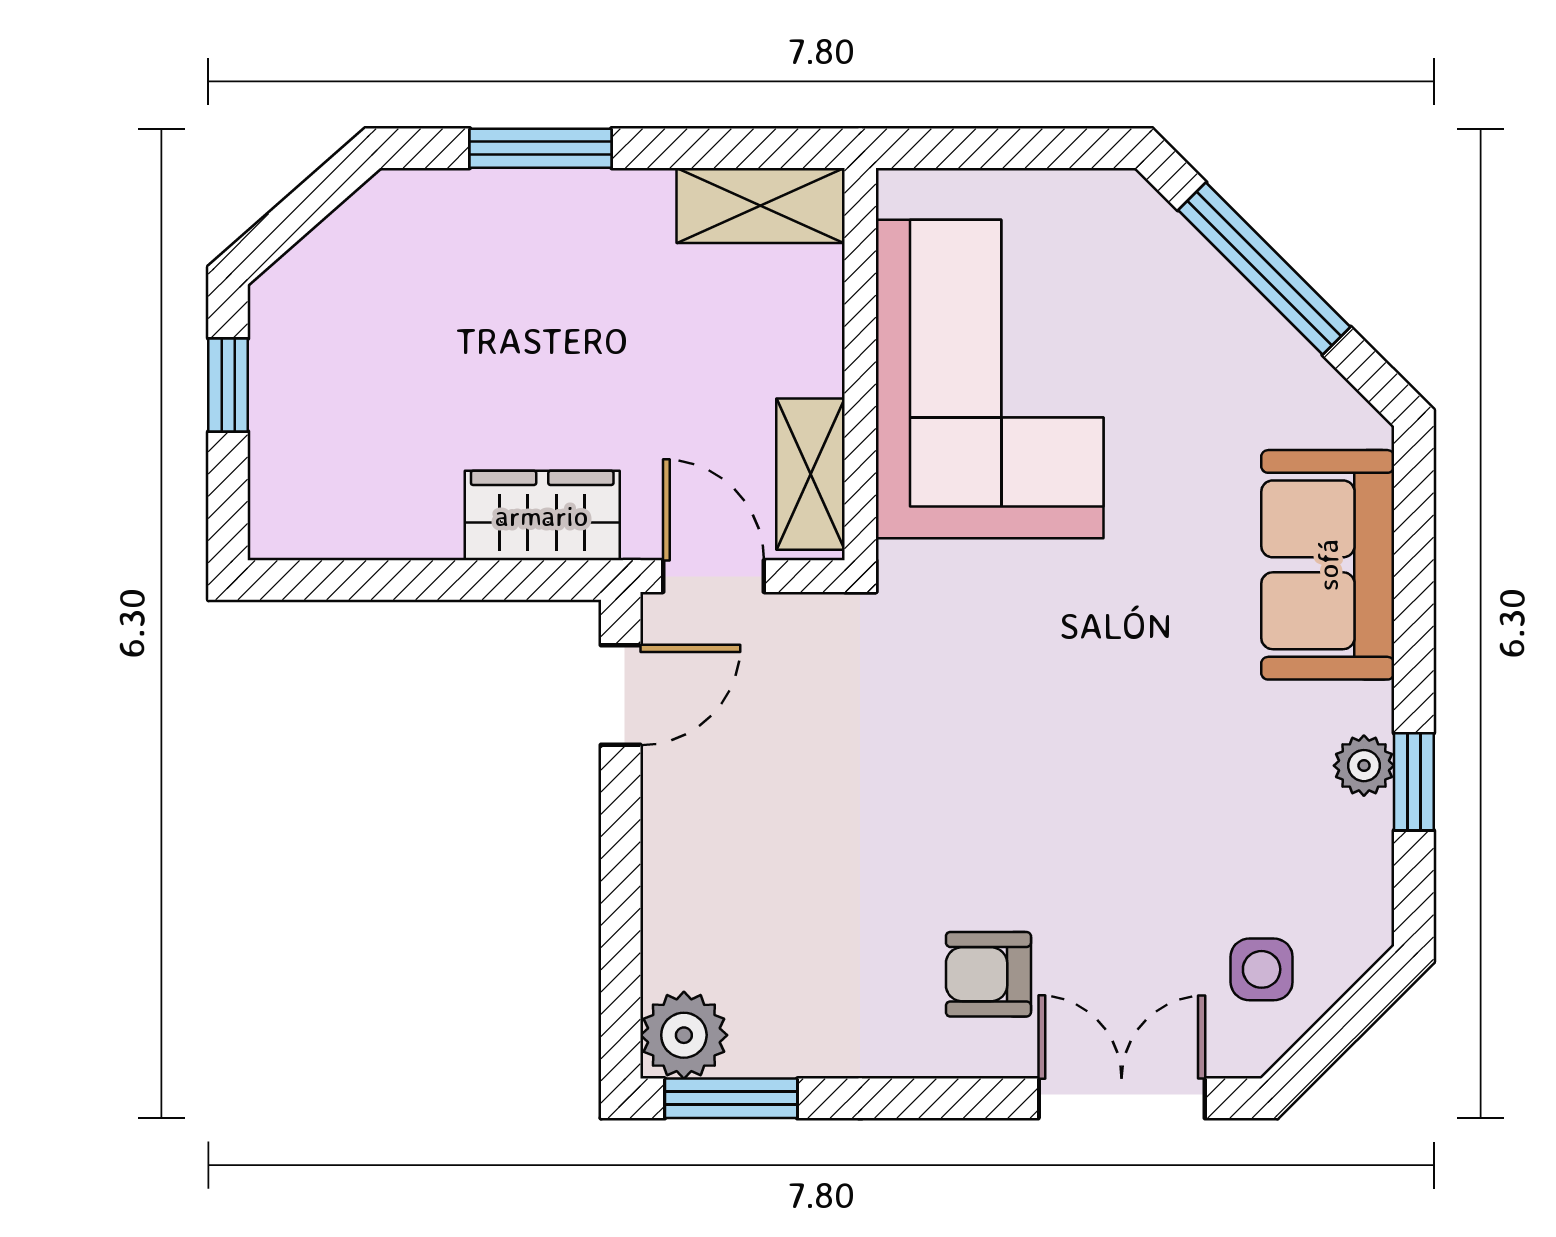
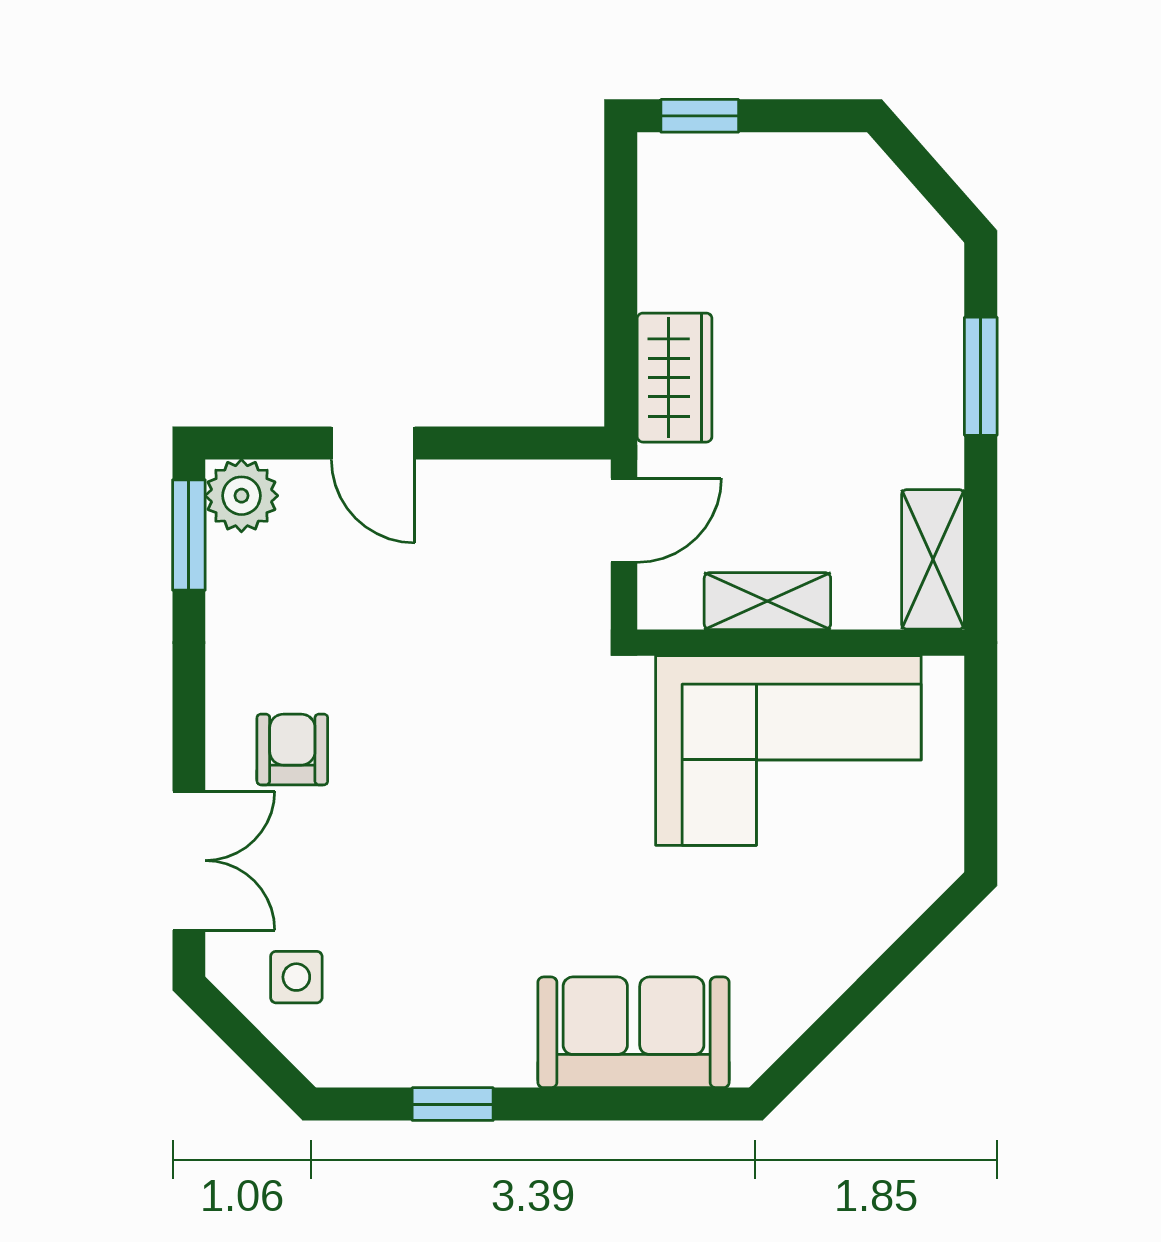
window: (1264, 269) -> (880, 979), removed
window: (228, 385) -> (700, 116), moved
shelving: (810, 474) -> (767, 601), moved
door: (621, 695) -> (373, 443), moved
plant: (1364, 766) -> (466, 1062), removed

